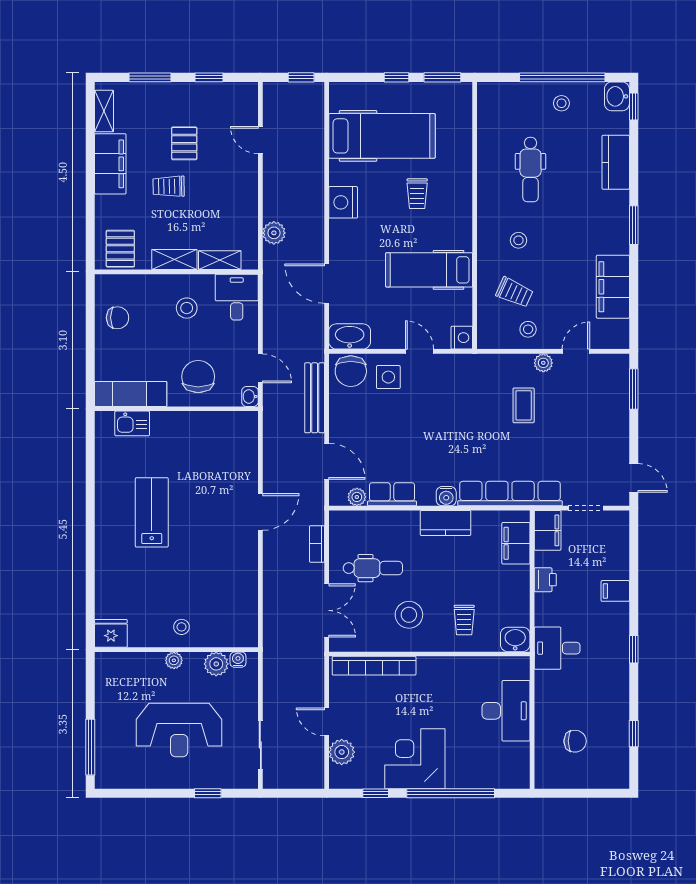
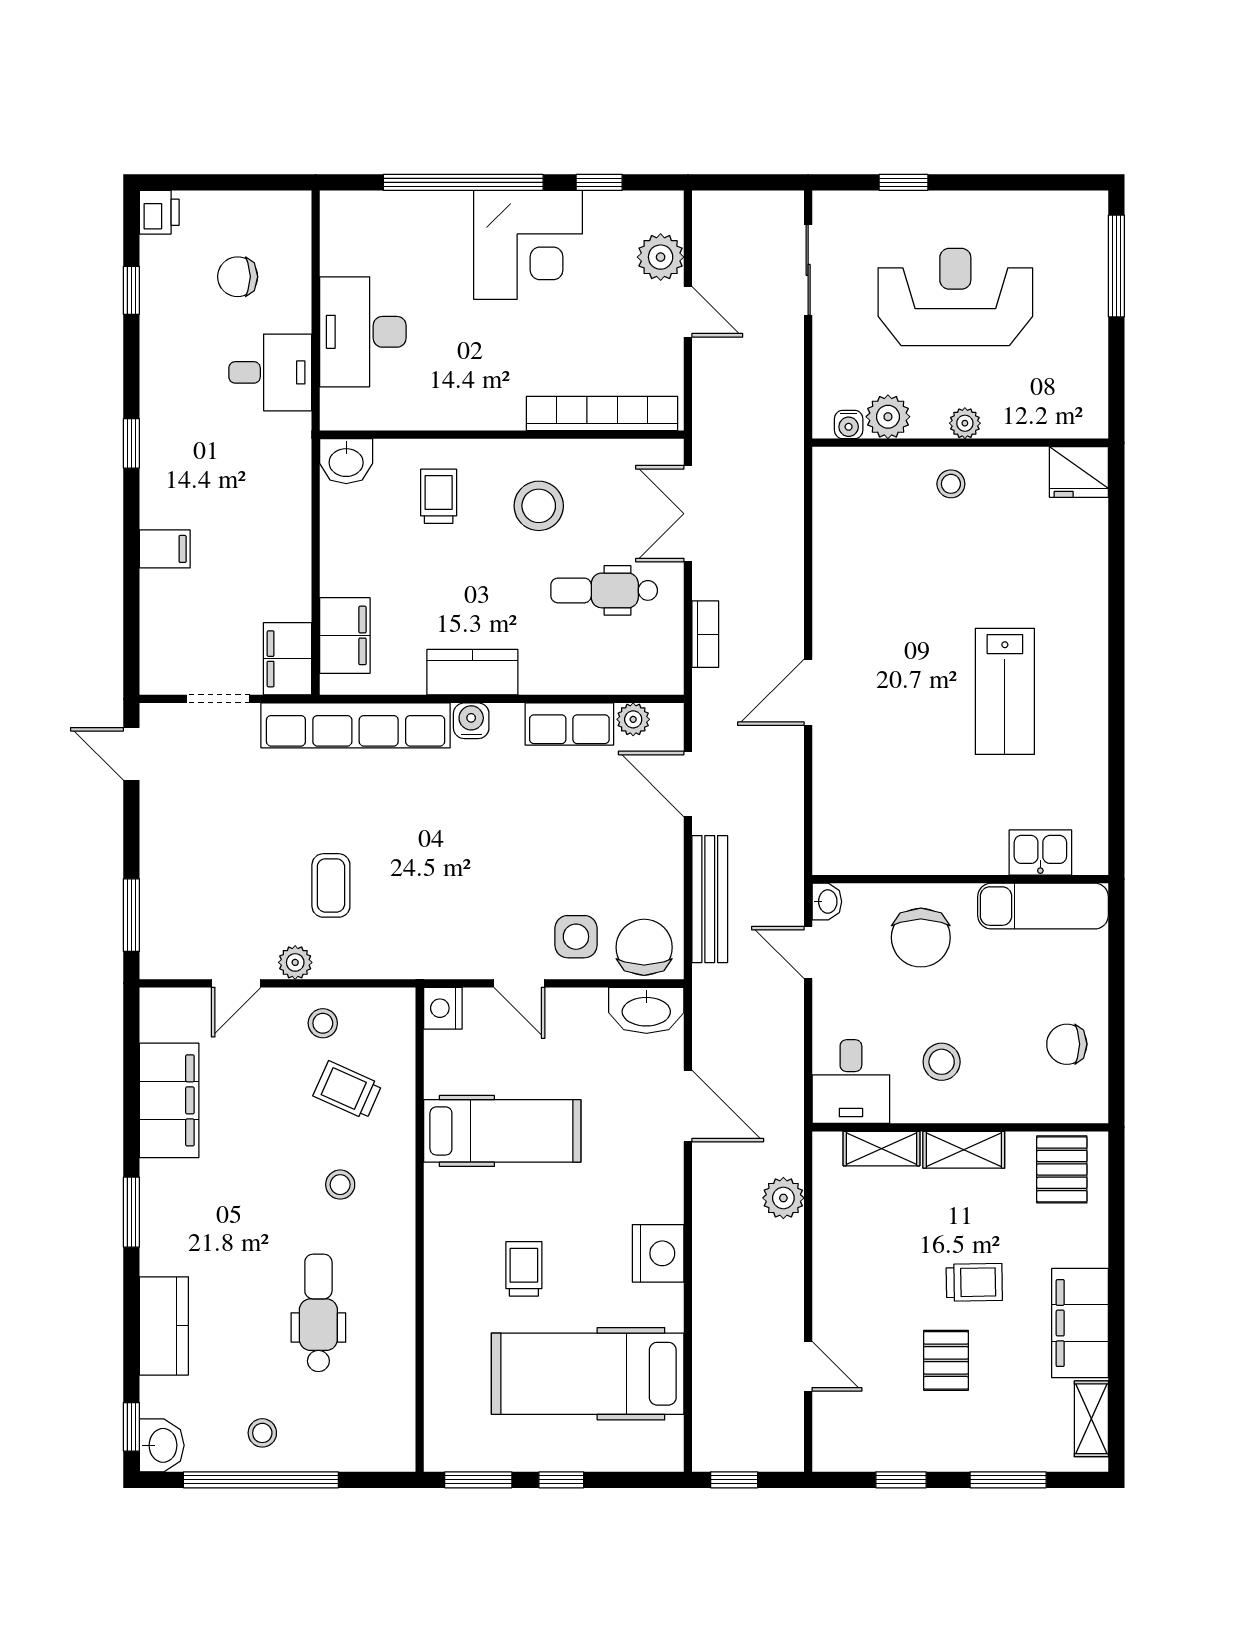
printer: (545, 580) -> (159, 212), moved, turned 180
desk: (557, 648) -> (270, 372), moved

